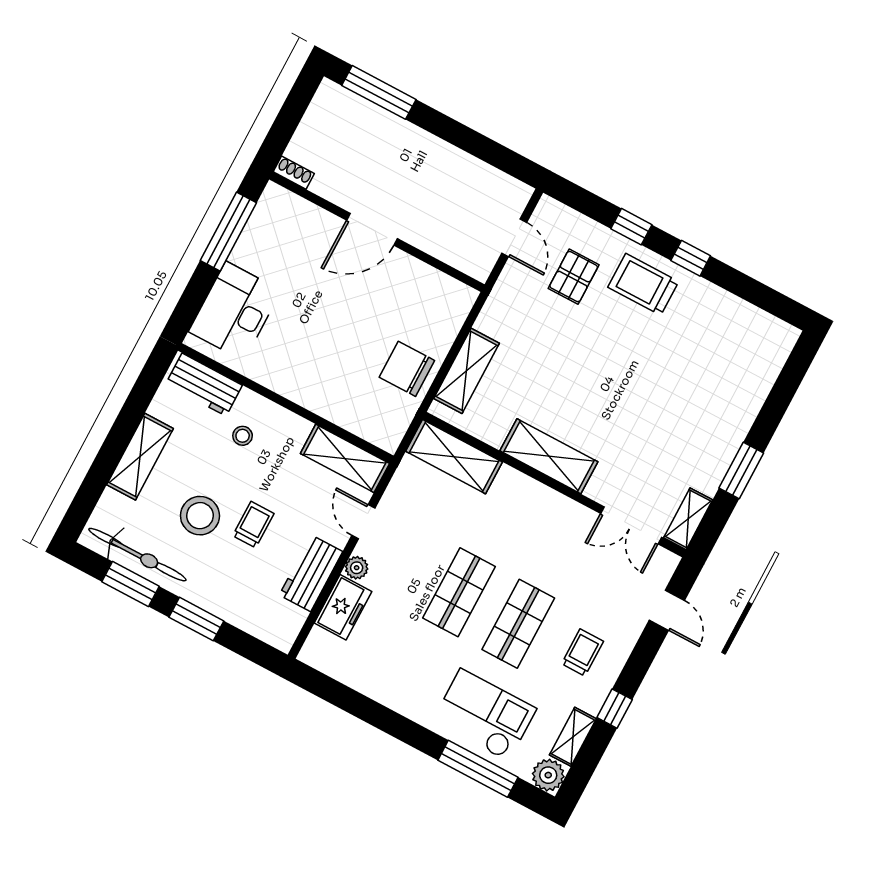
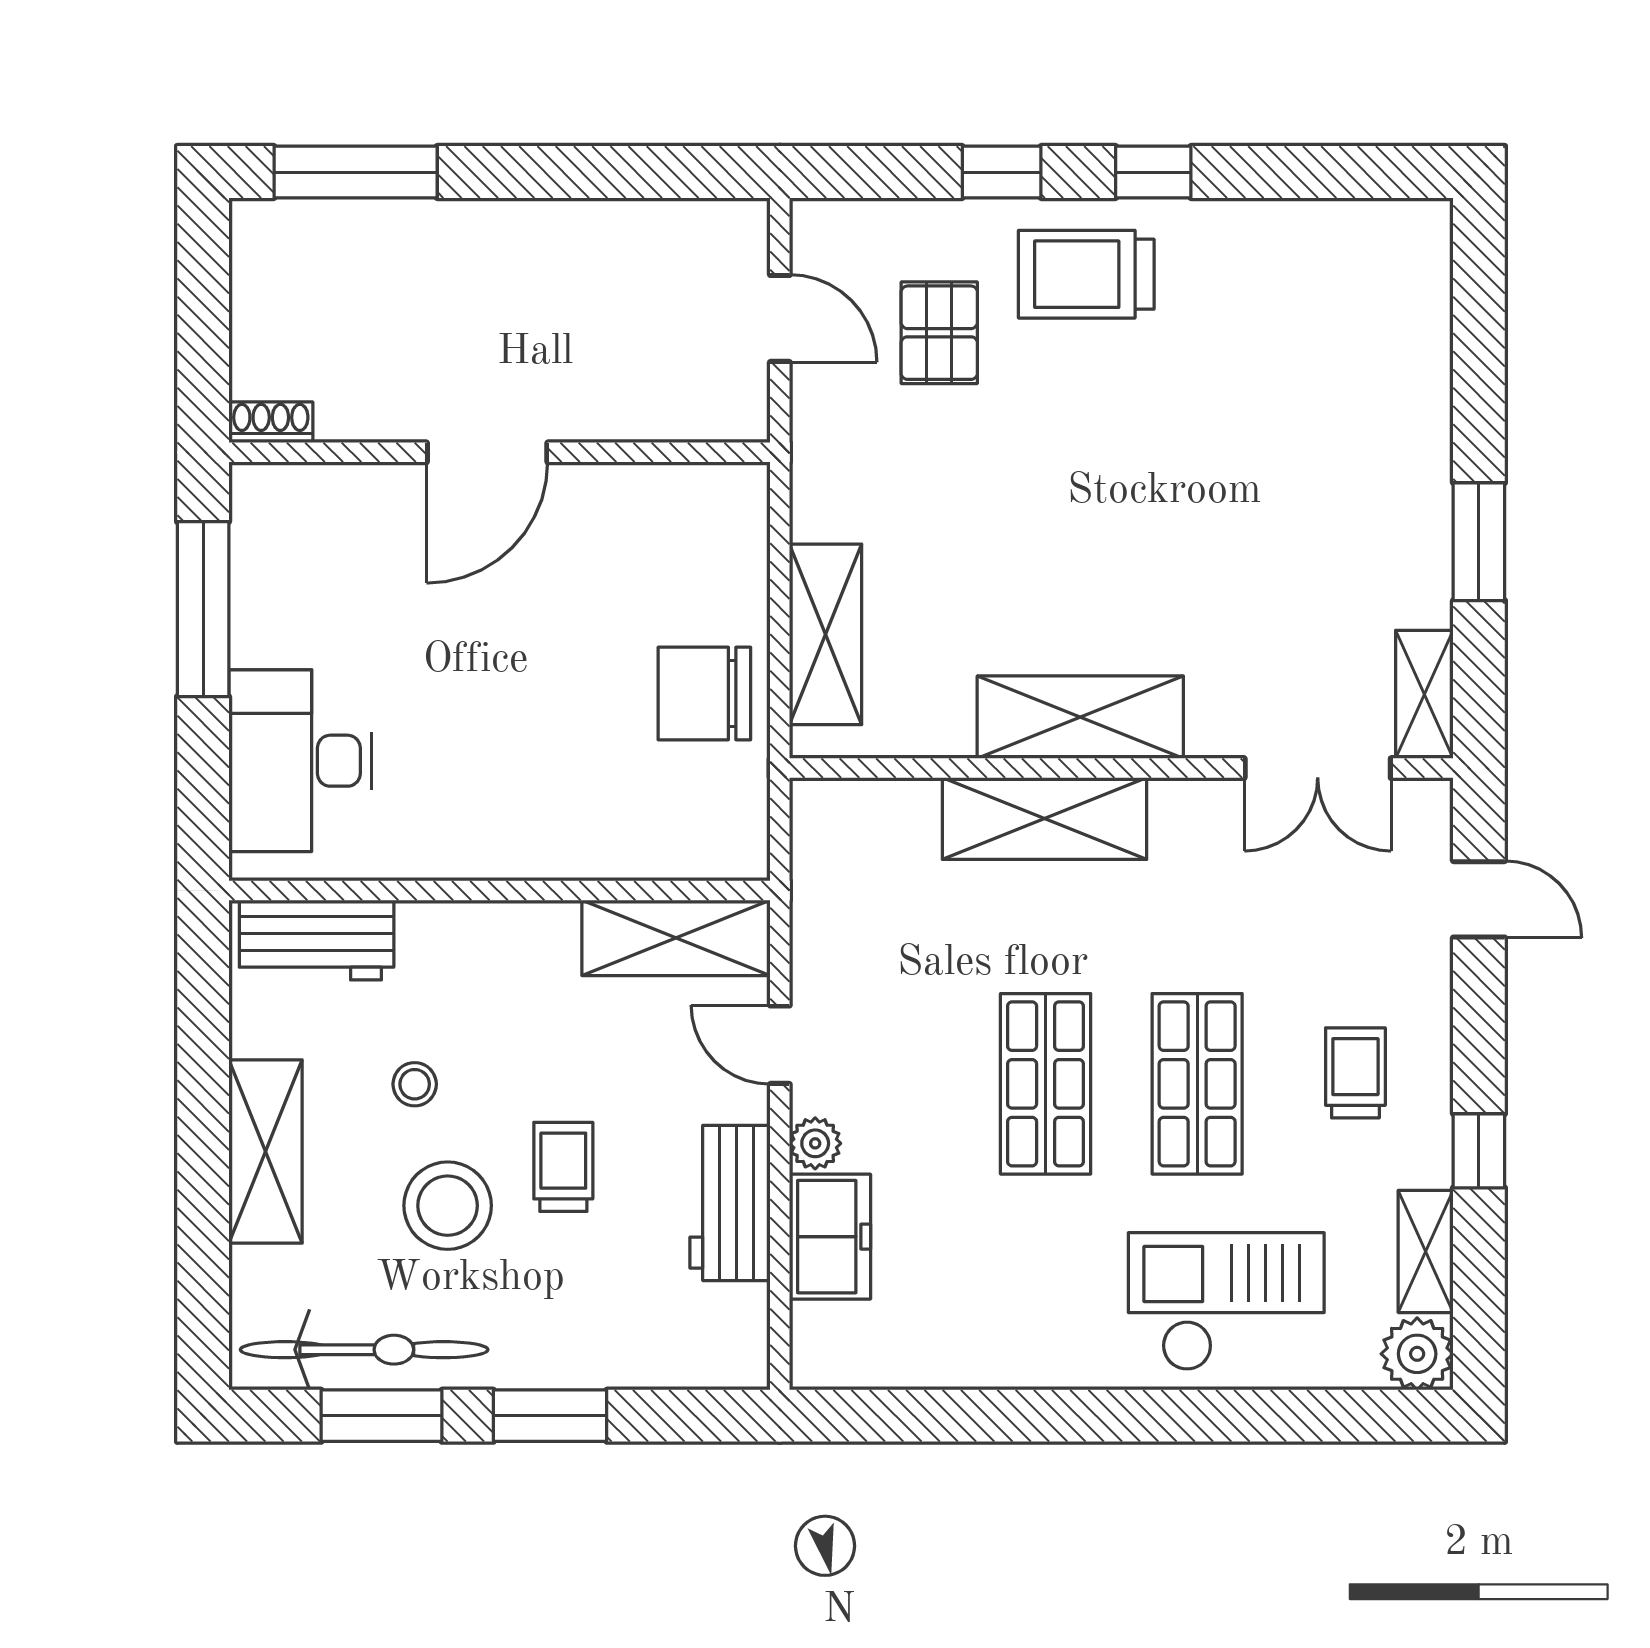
stool: (243, 436) -> (415, 1084), moved
shelving: (454, 457) -> (1045, 819), moved
window: (478, 769) -> (1270, 1416), removed

